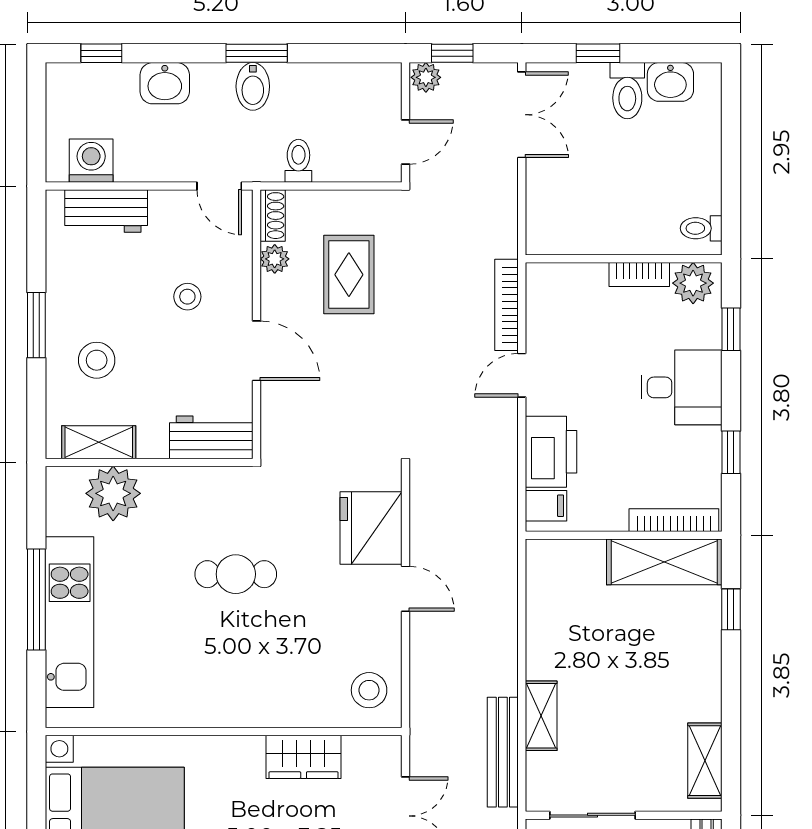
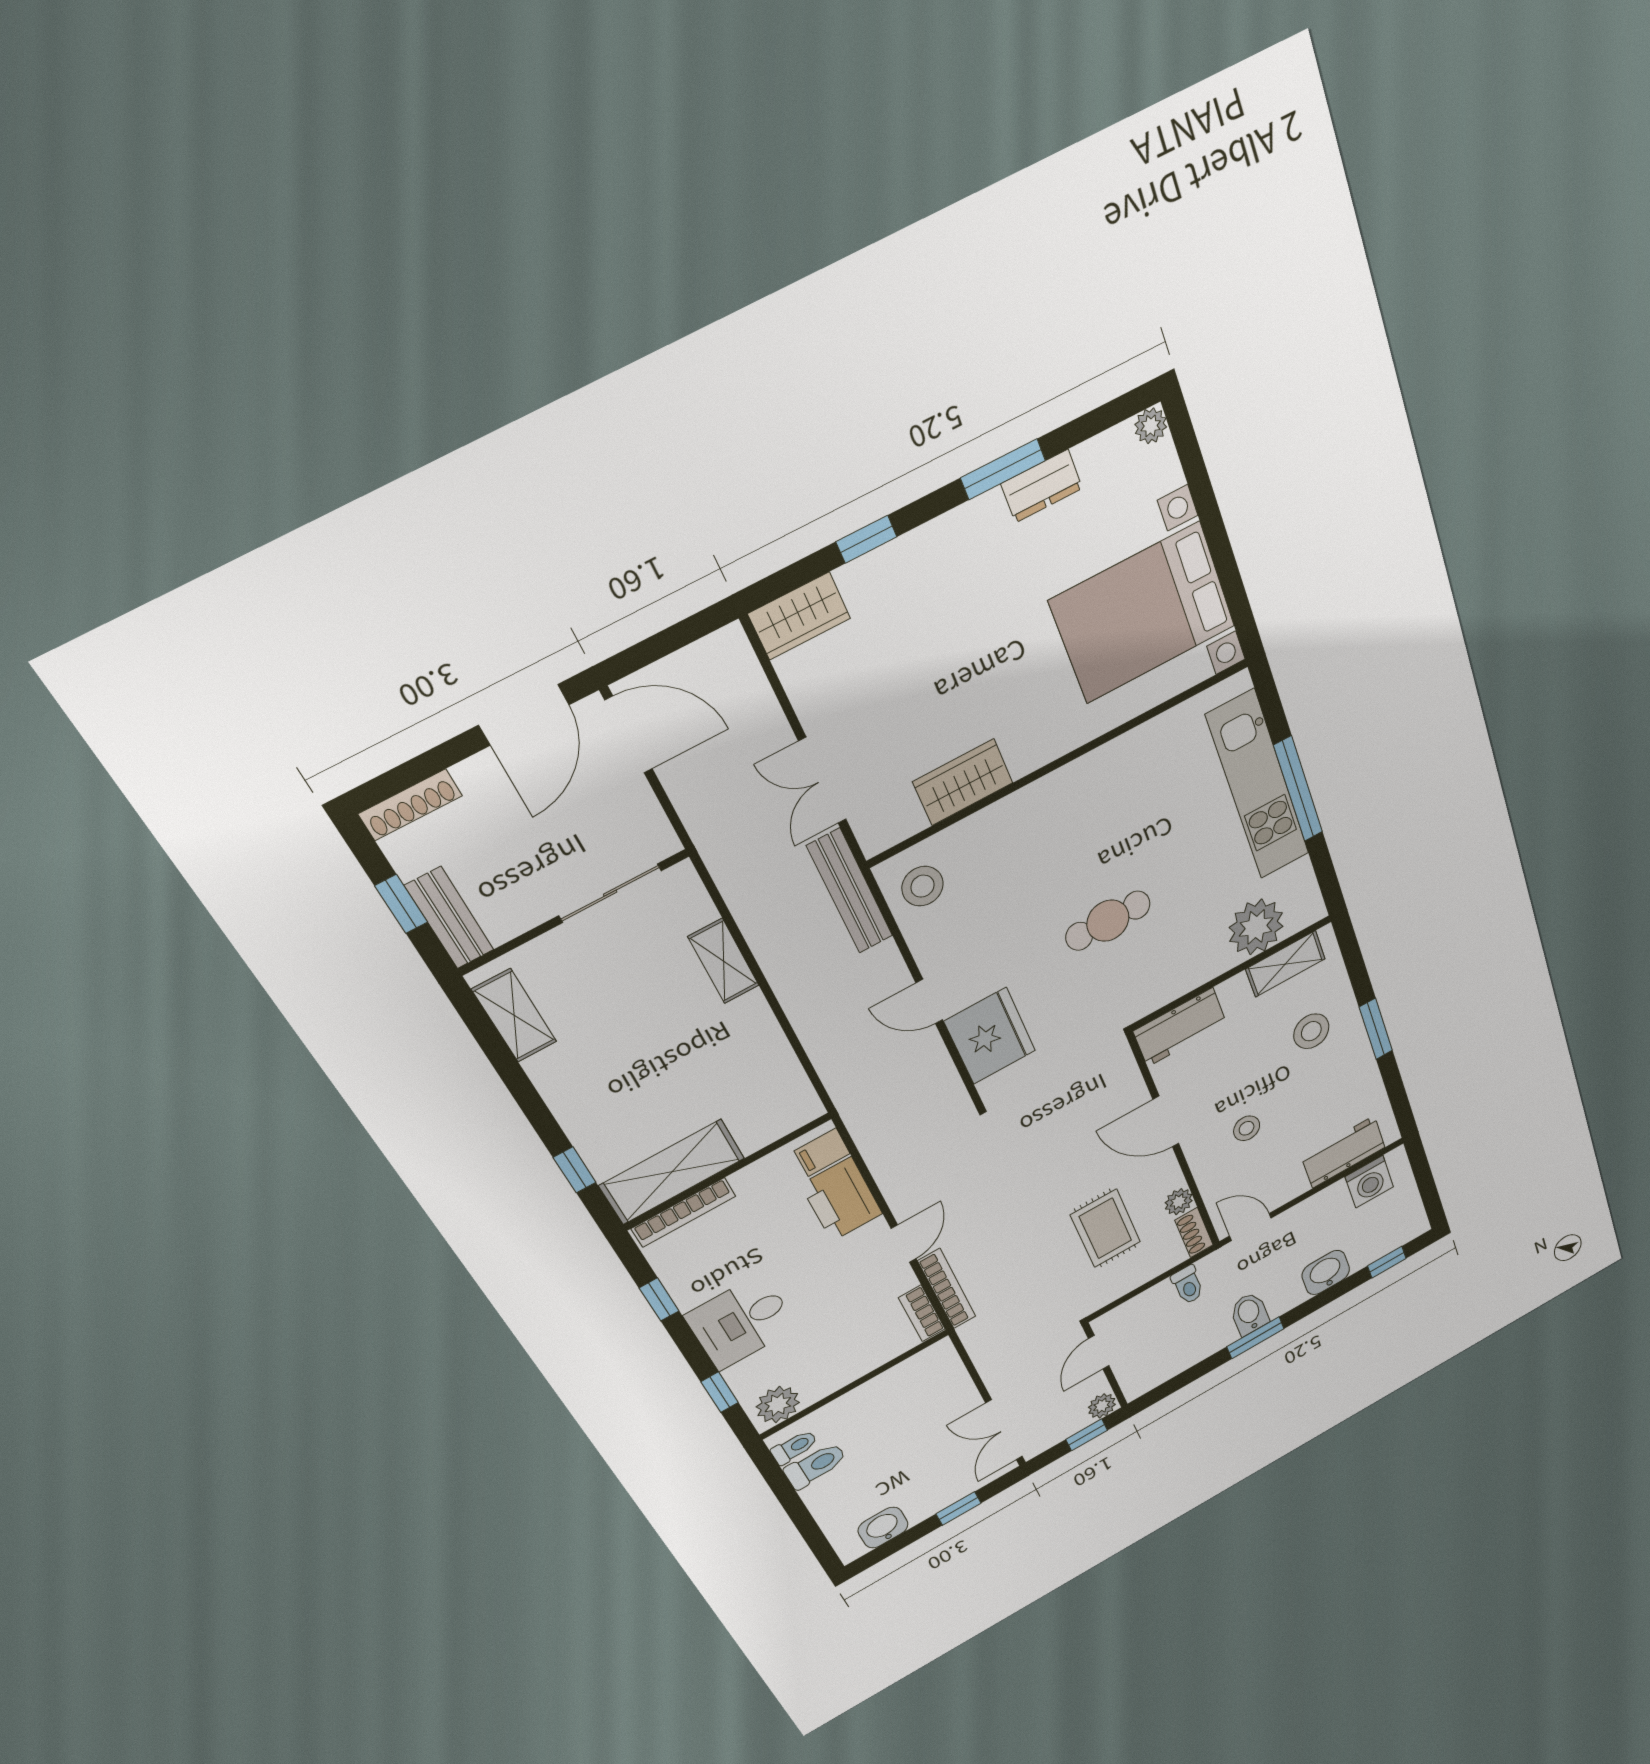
toilet: (627, 91) -> (815, 1466), moved, turned 90
bookcase: (639, 274) -> (922, 1313), moved, turned -90
bench: (503, 752) -> (850, 891), moved

